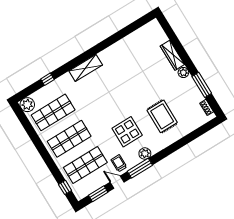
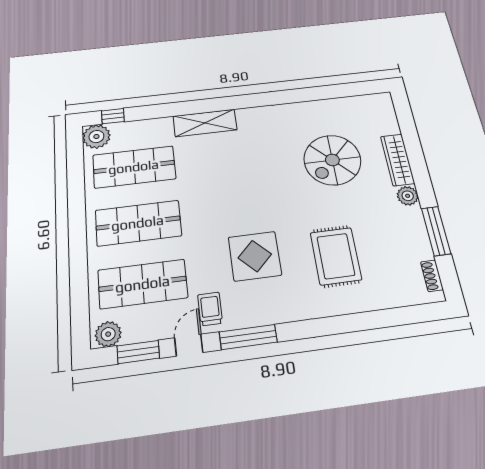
shelving: (86, 68) -> (205, 123), moved
spiral stairs: (142, 69) -> (332, 160), added
window: (47, 79) -> (113, 116), moved
plant: (145, 154) -> (108, 334), moved
door: (117, 182) -> (189, 345), hinge flipped
window: (65, 187) -> (80, 310), removed

